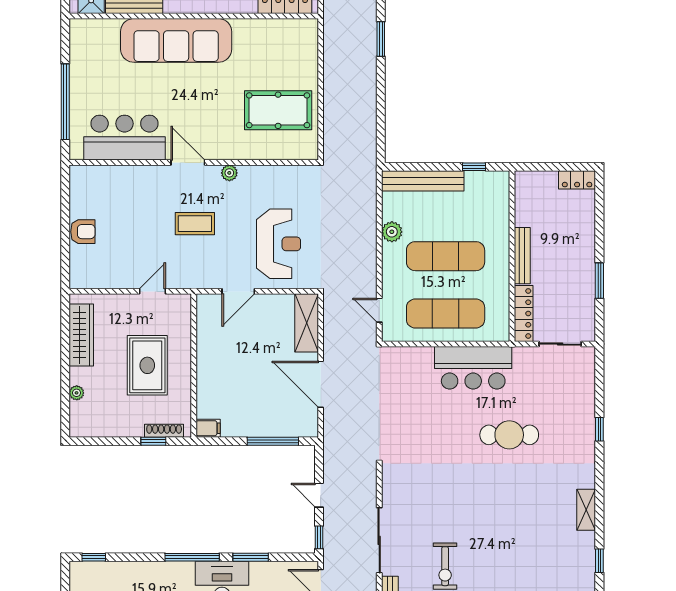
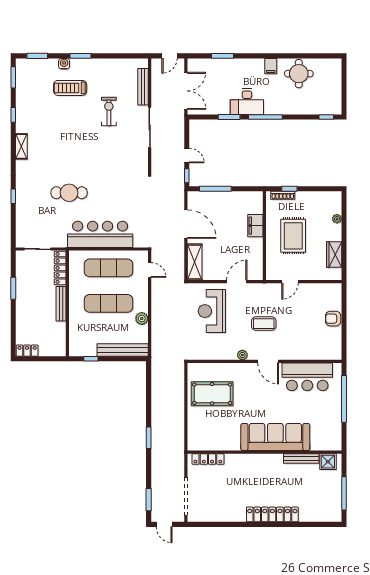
wardrobe: (81, 335) -> (334, 255), width x0.67
bar counter: (473, 368) -> (100, 234), width x1.36
filing cabinet: (208, 428) -> (255, 226), moved, width x2.00
window: (319, 537) -> (187, 176), moved

